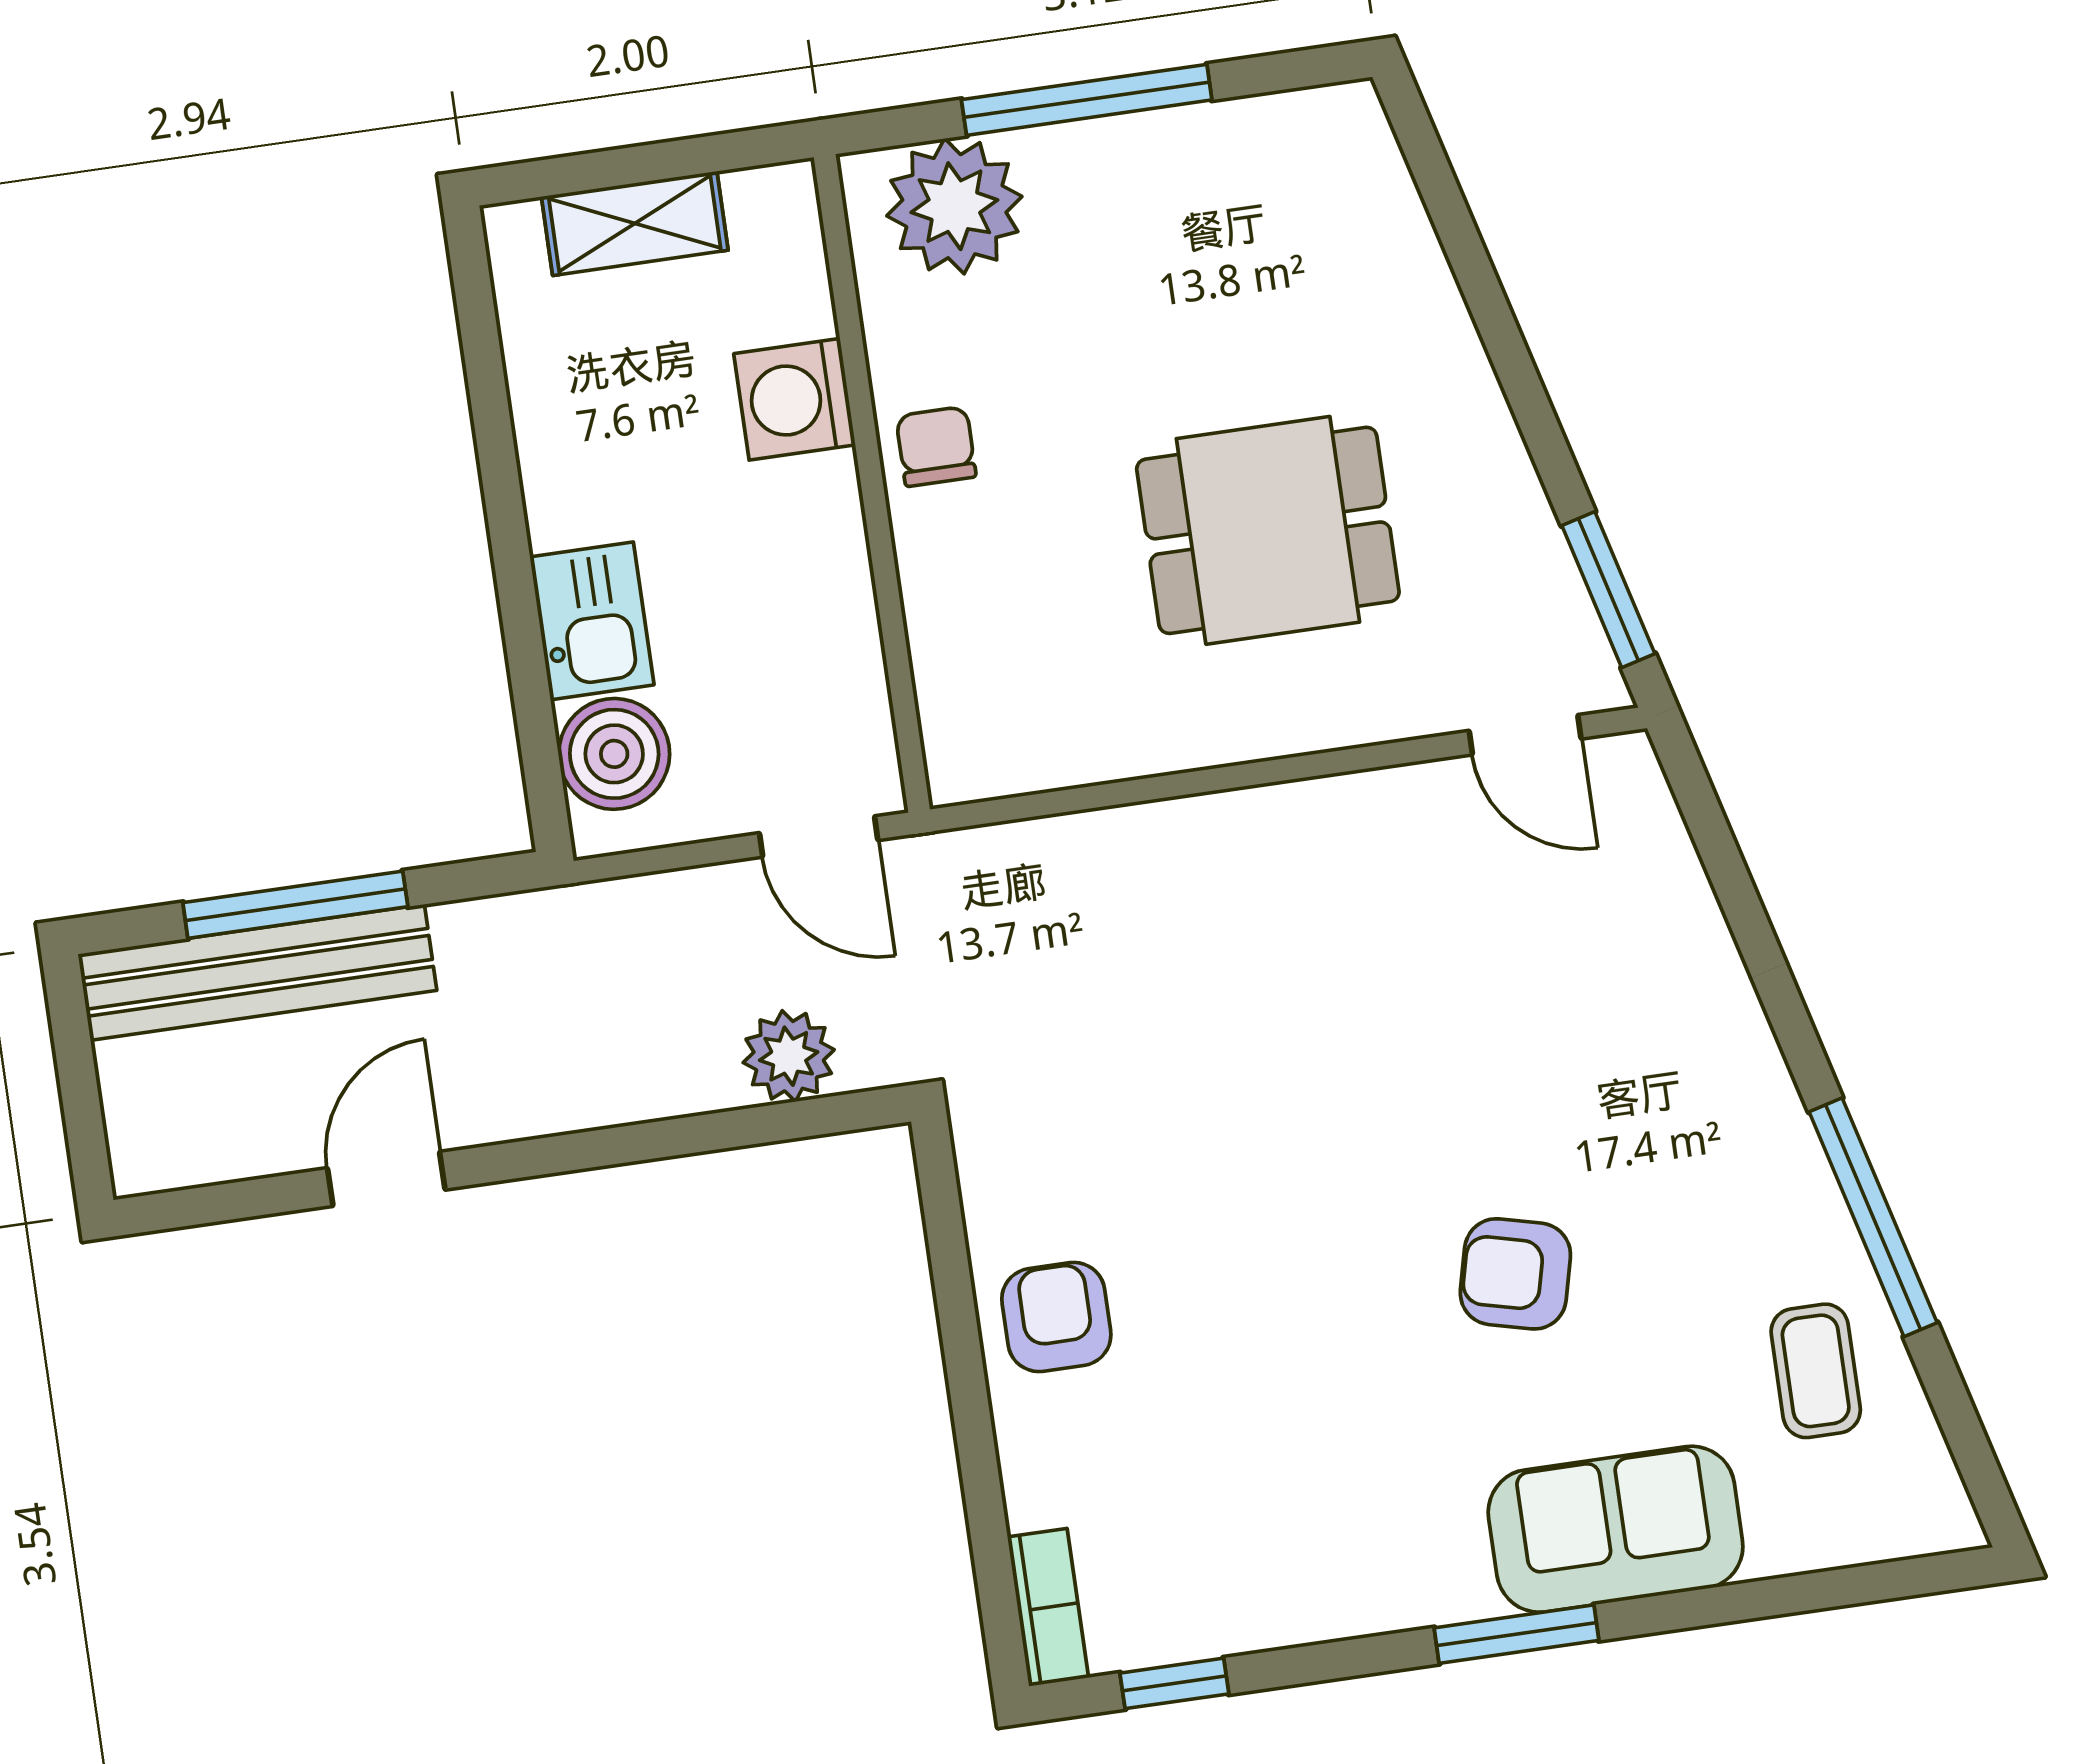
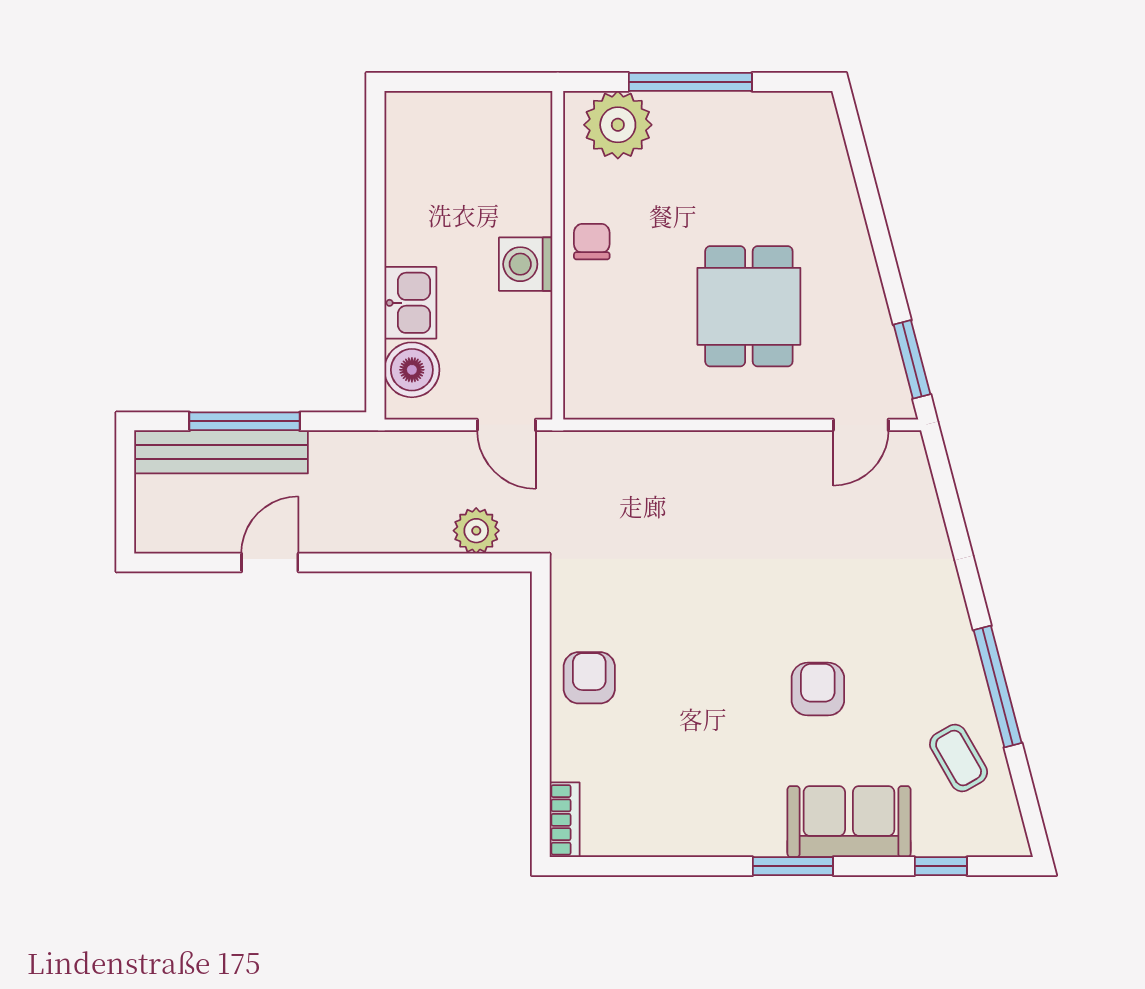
shelving: (635, 223) -> (460, 111), removed
washing machine: (795, 399) -> (526, 264), moved
dining table: (1268, 530) -> (749, 306), turned 90
door: (1525, 735) -> (861, 425), hinge flipped
armchair: (1515, 1274) -> (818, 689), turned 76
coffee table: (1816, 1371) -> (959, 758), turned -30
window: (1174, 1683) -> (941, 866), moved

